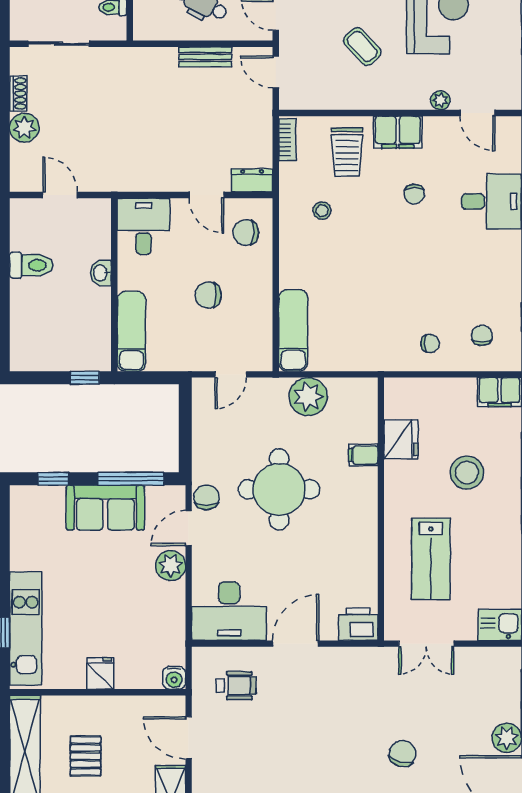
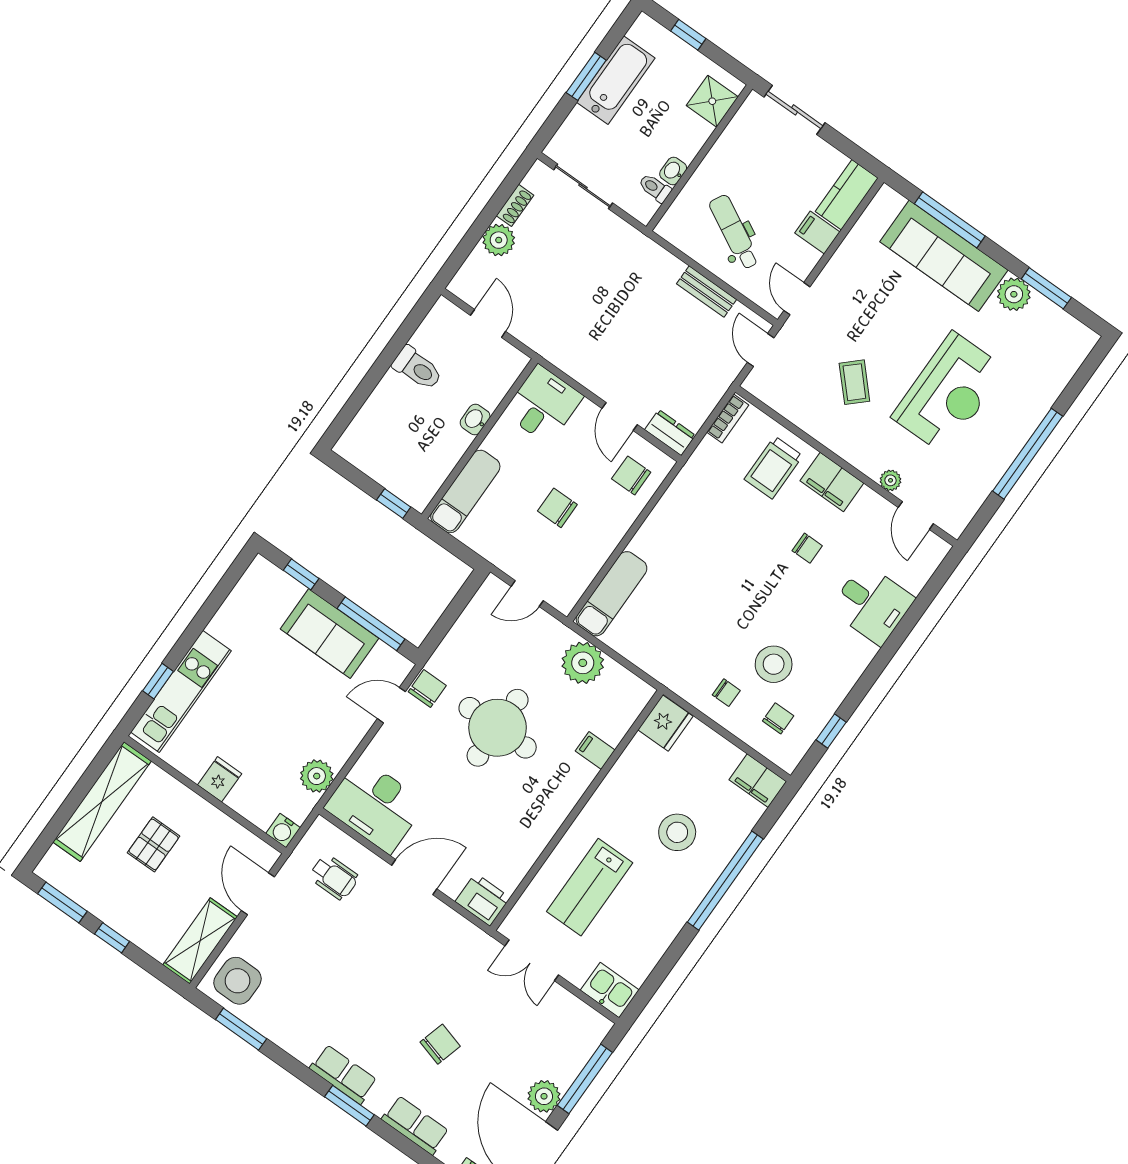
chair: (414, 194) -> (807, 548), turned -90
stool: (322, 211) -> (774, 664), moved, width x1.89, depth x1.89
fridge: (401, 439) -> (665, 723), moved
plant: (171, 566) -> (317, 776), moved

